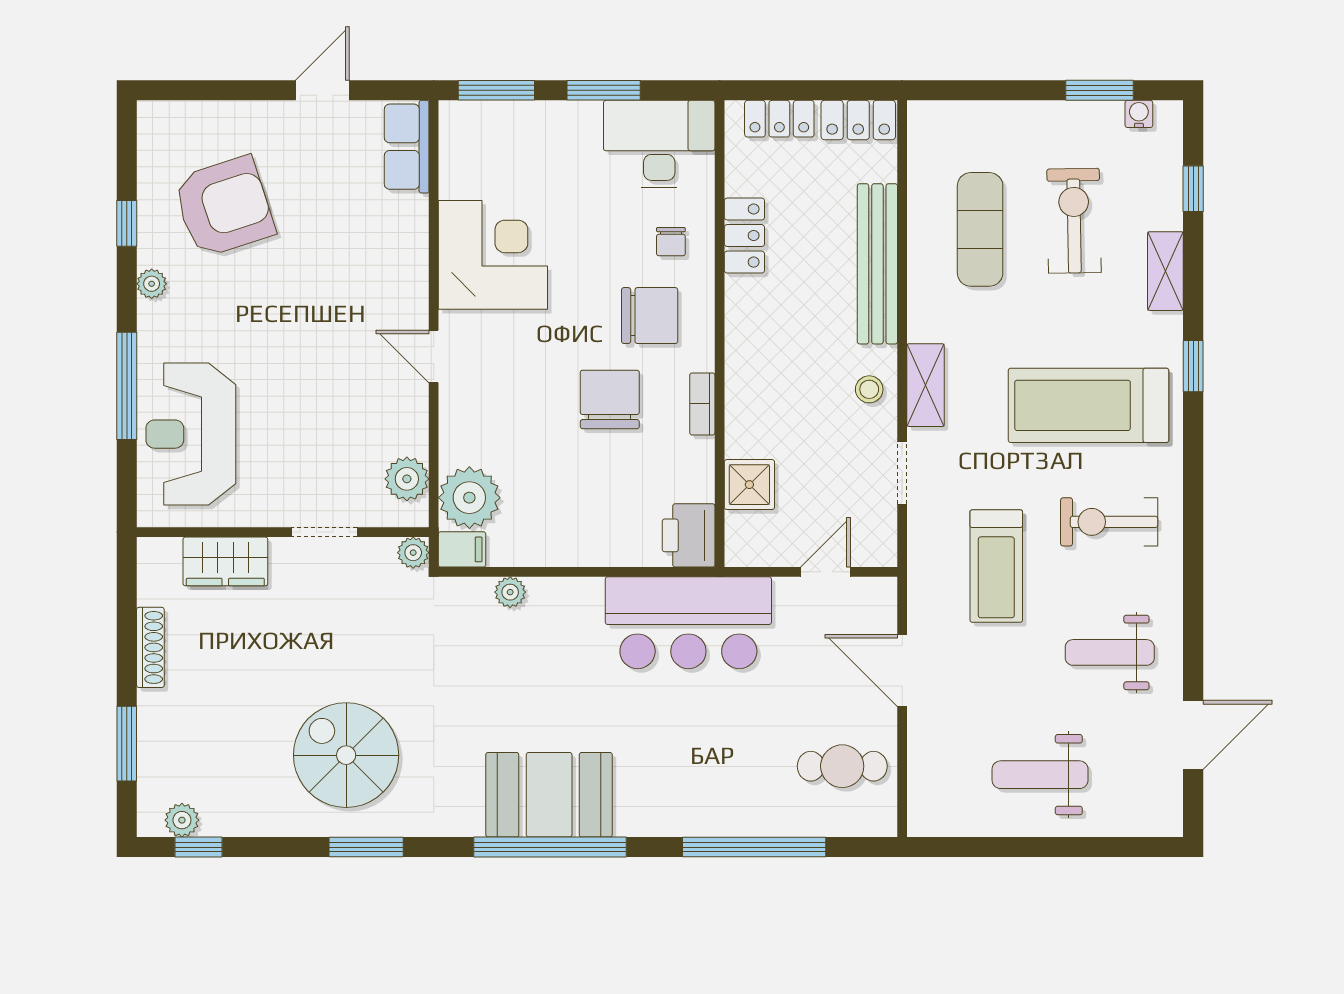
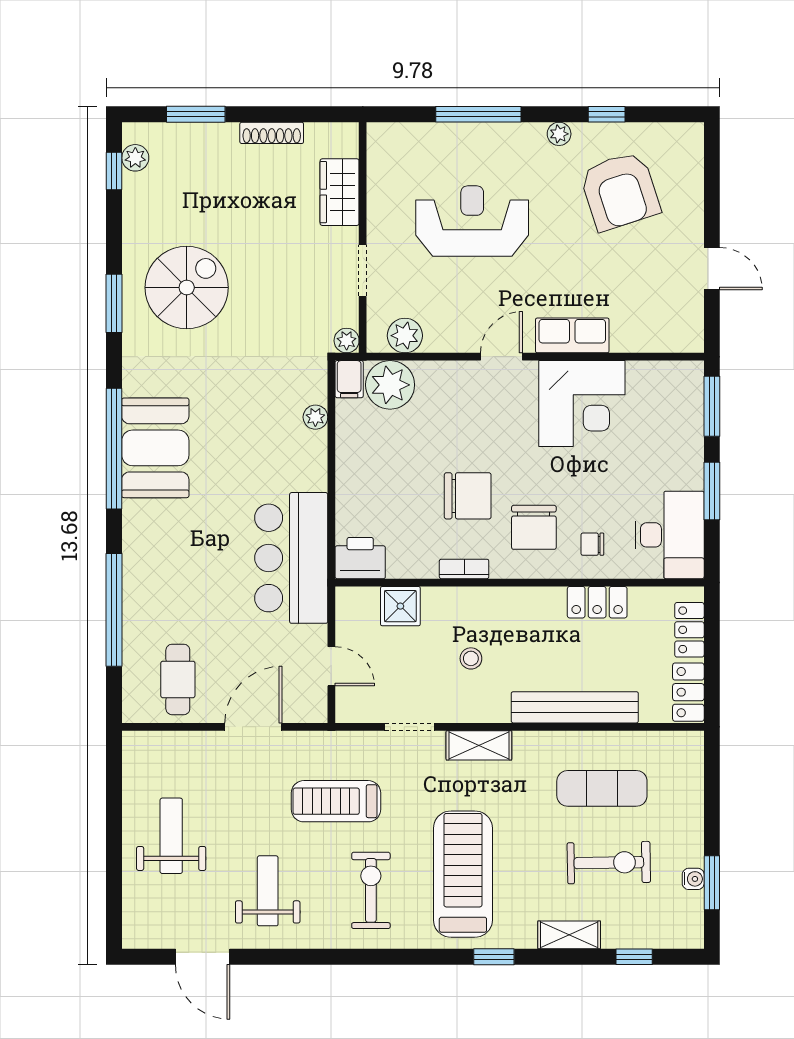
water cooler: (1139, 114) -> (693, 879), moved
row of seats: (407, 147) -> (572, 335), moved
stool: (869, 389) -> (471, 658), moved
reception desk: (191, 434) -> (472, 221), moved

